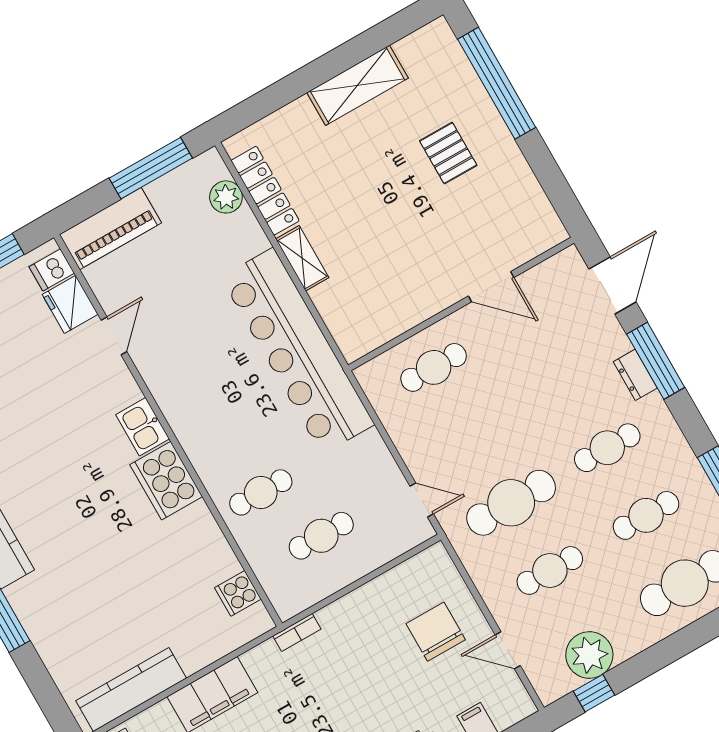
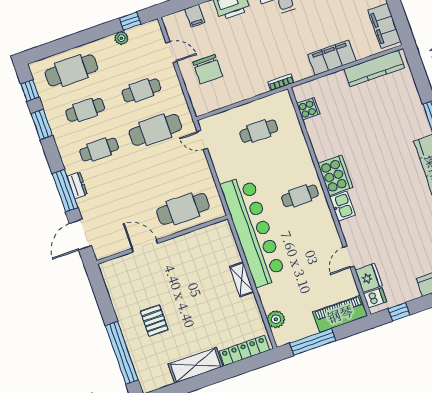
locker: (265, 191) -> (244, 351), moved, turned 90
cafe table: (434, 367) -> (183, 209), width x1.37, depth x1.35
cafe table: (261, 492) -> (300, 196), moved
plant: (589, 655) -> (121, 38), width x0.53, depth x0.53

